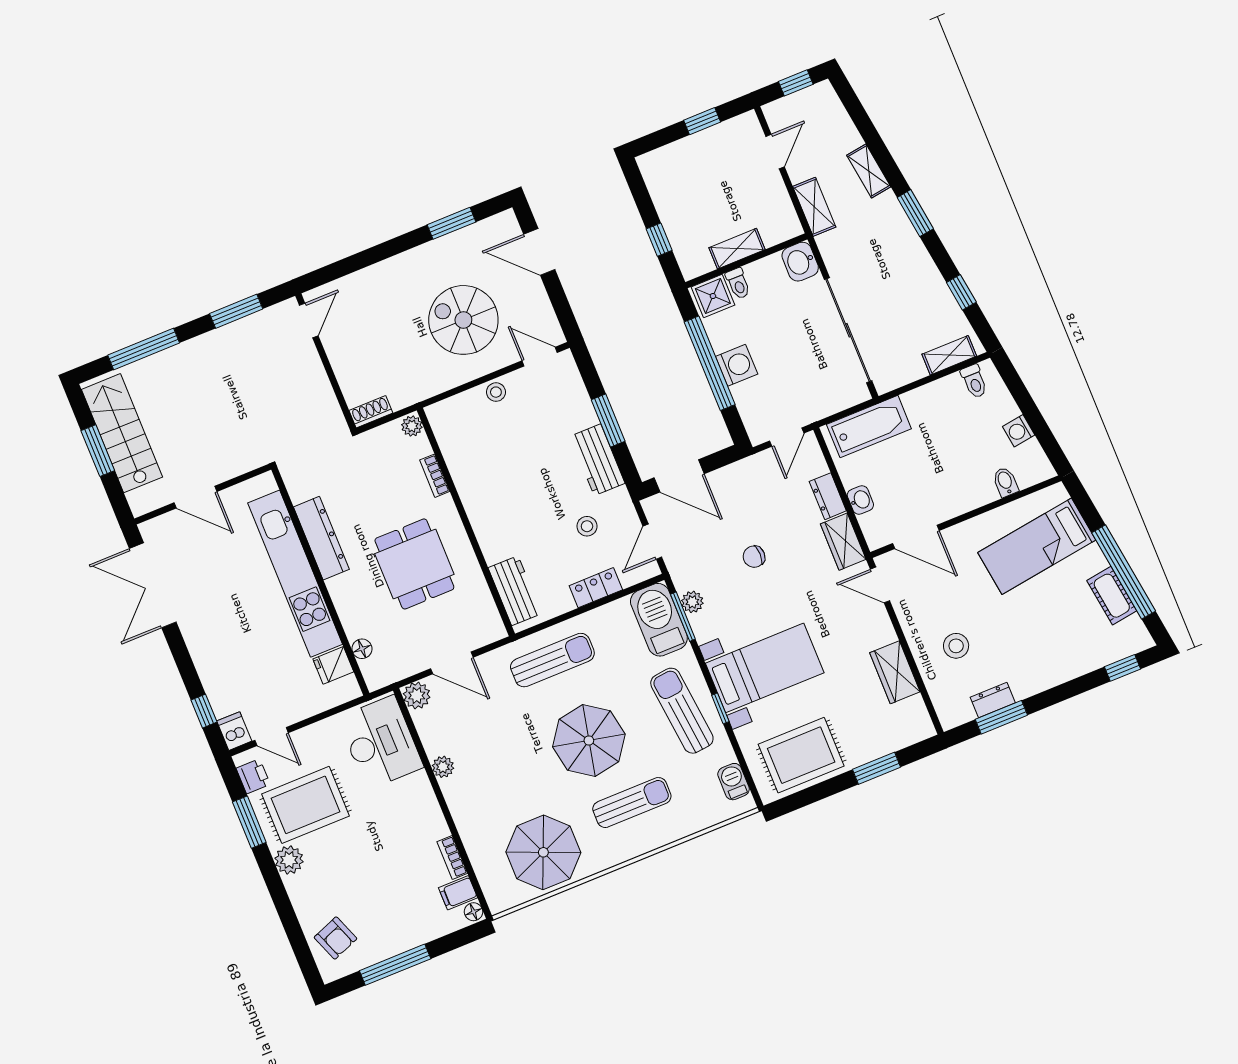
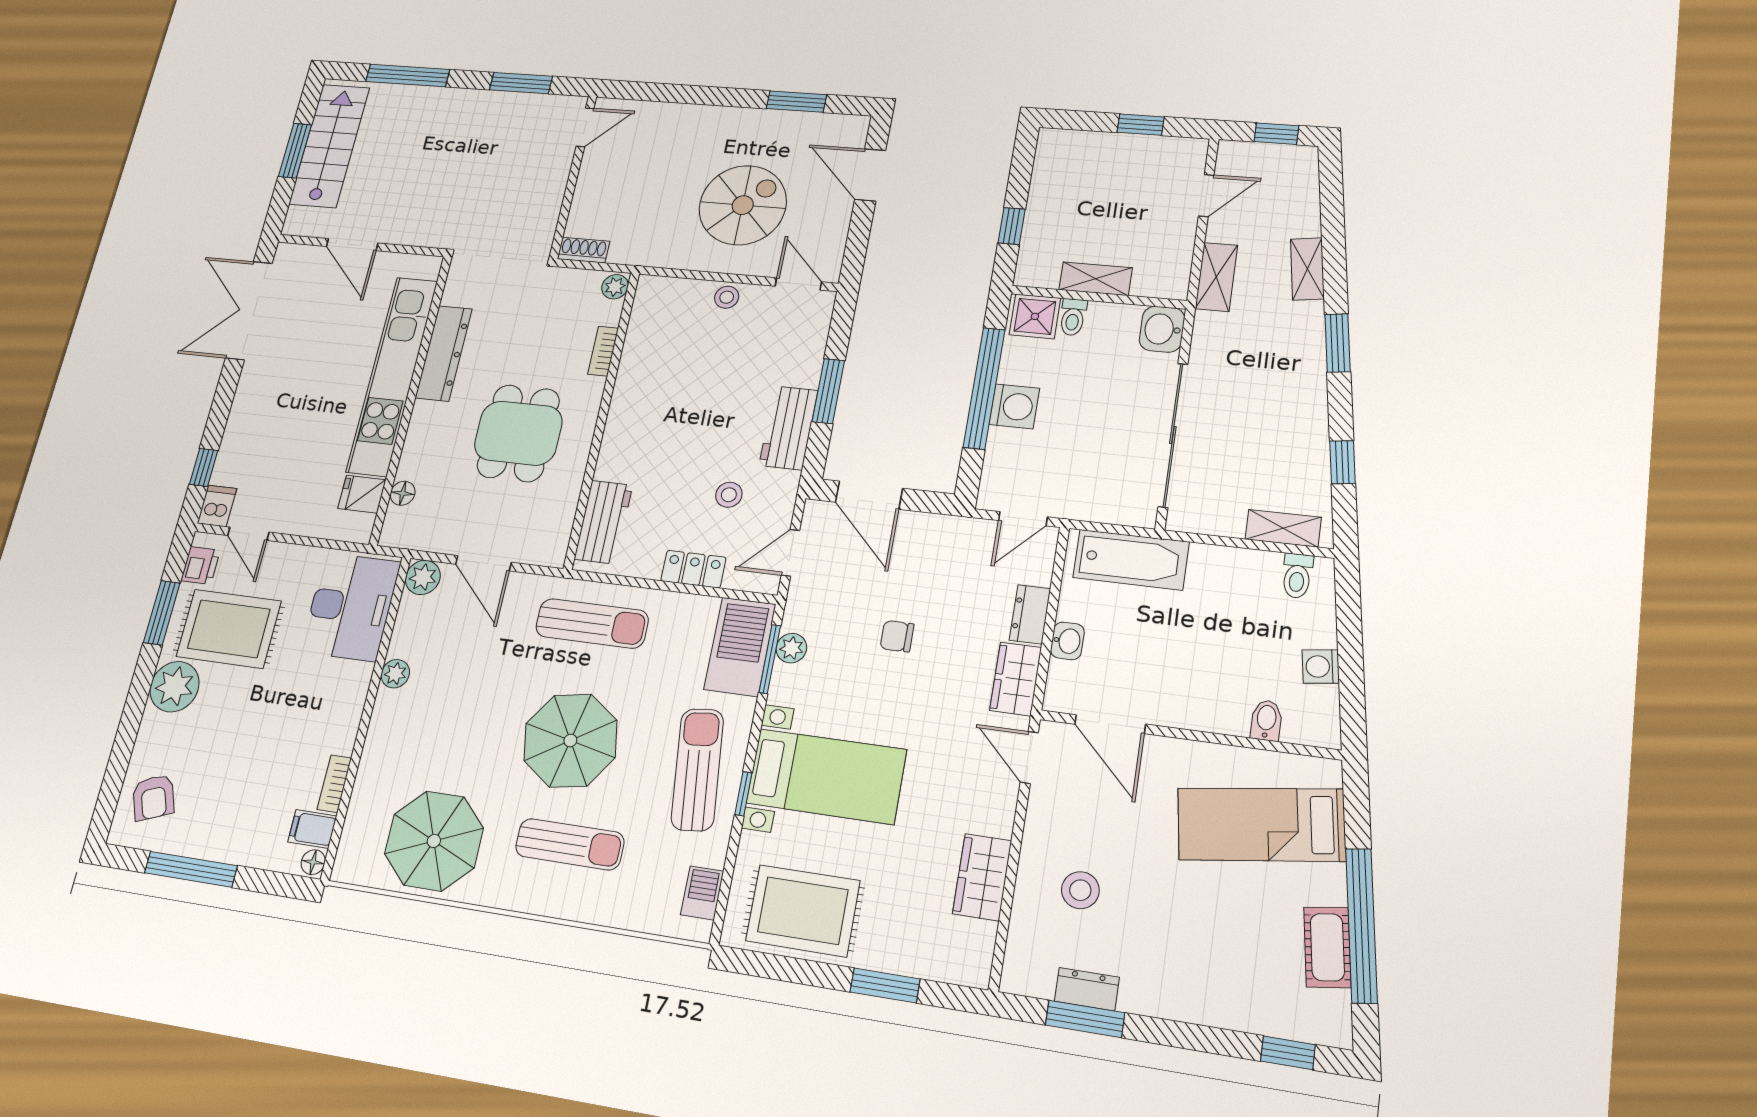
spiral stairs: (463, 320) -> (743, 205), turned 90
plant: (289, 860) -> (174, 687), width x1.36, depth x1.36

